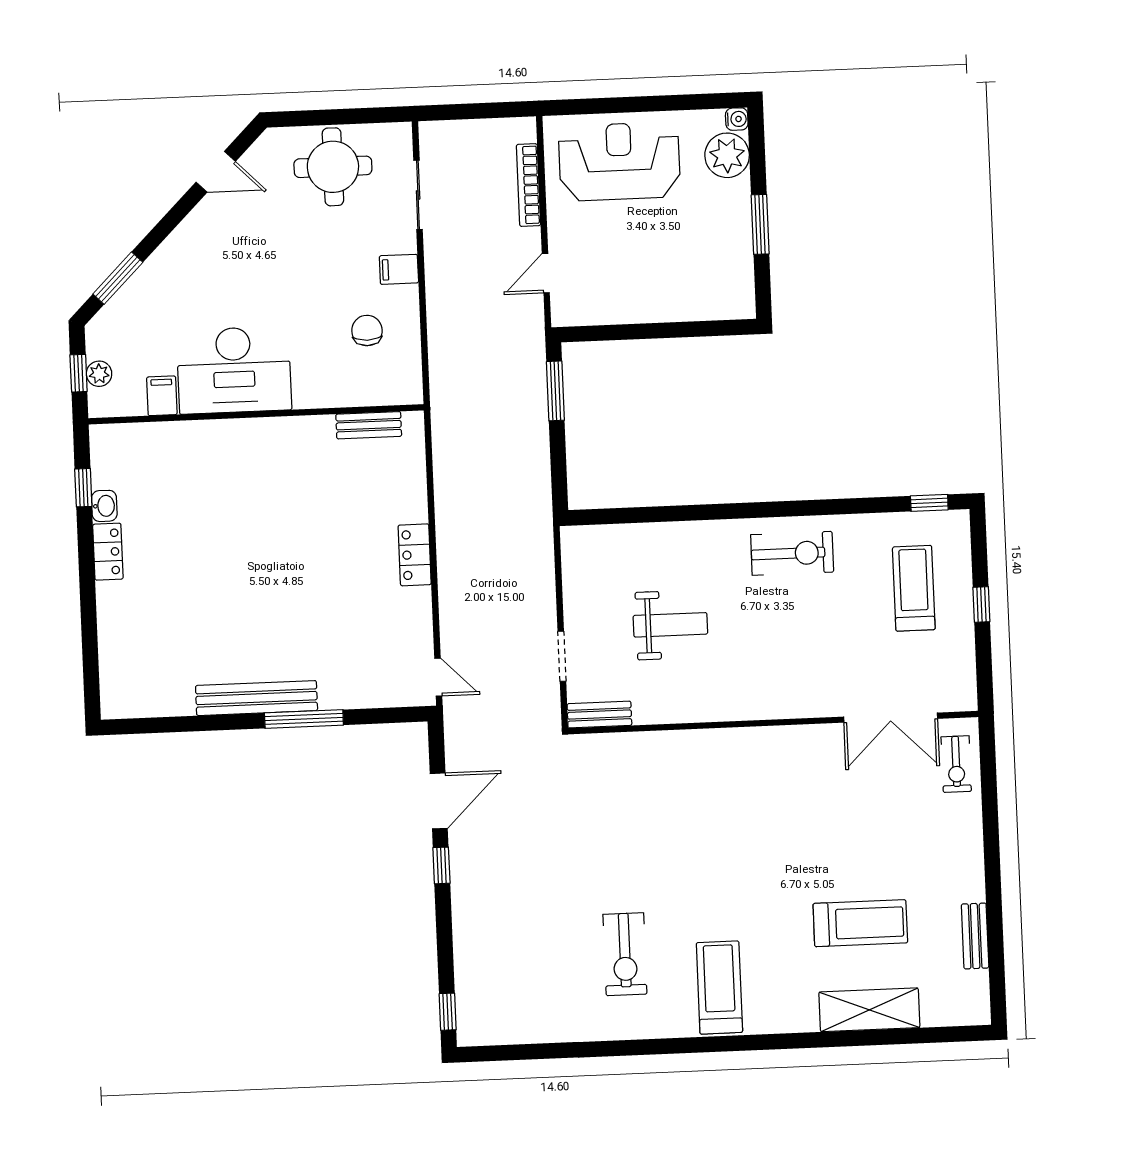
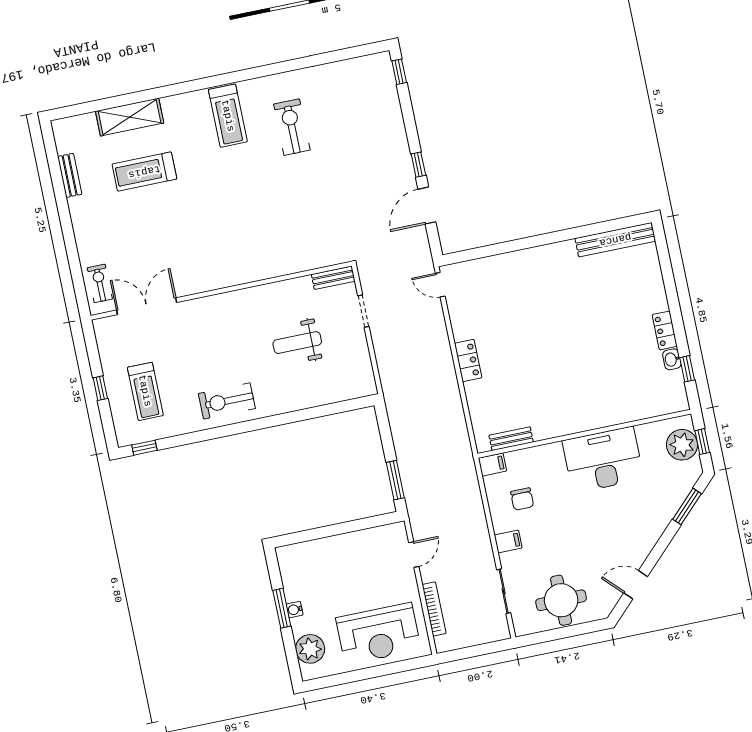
water cooler: (737, 119) -> (295, 610), moved
plant: (99, 374) -> (682, 445), width x1.88, depth x1.88
filing cabinet: (162, 396) -> (492, 465), moved, turned -90
bench: (257, 698) -> (615, 240), moved
window: (304, 719) -> (522, 244), removed

